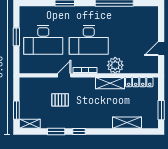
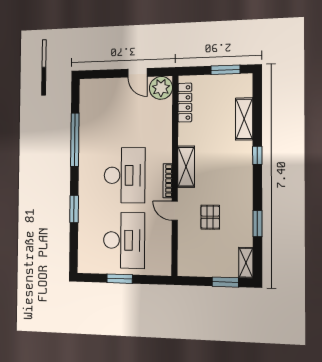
plant: (115, 65) -> (161, 88), moved
shelving: (110, 83) -> (186, 167), moved
window: (79, 132) -> (257, 155), moved

